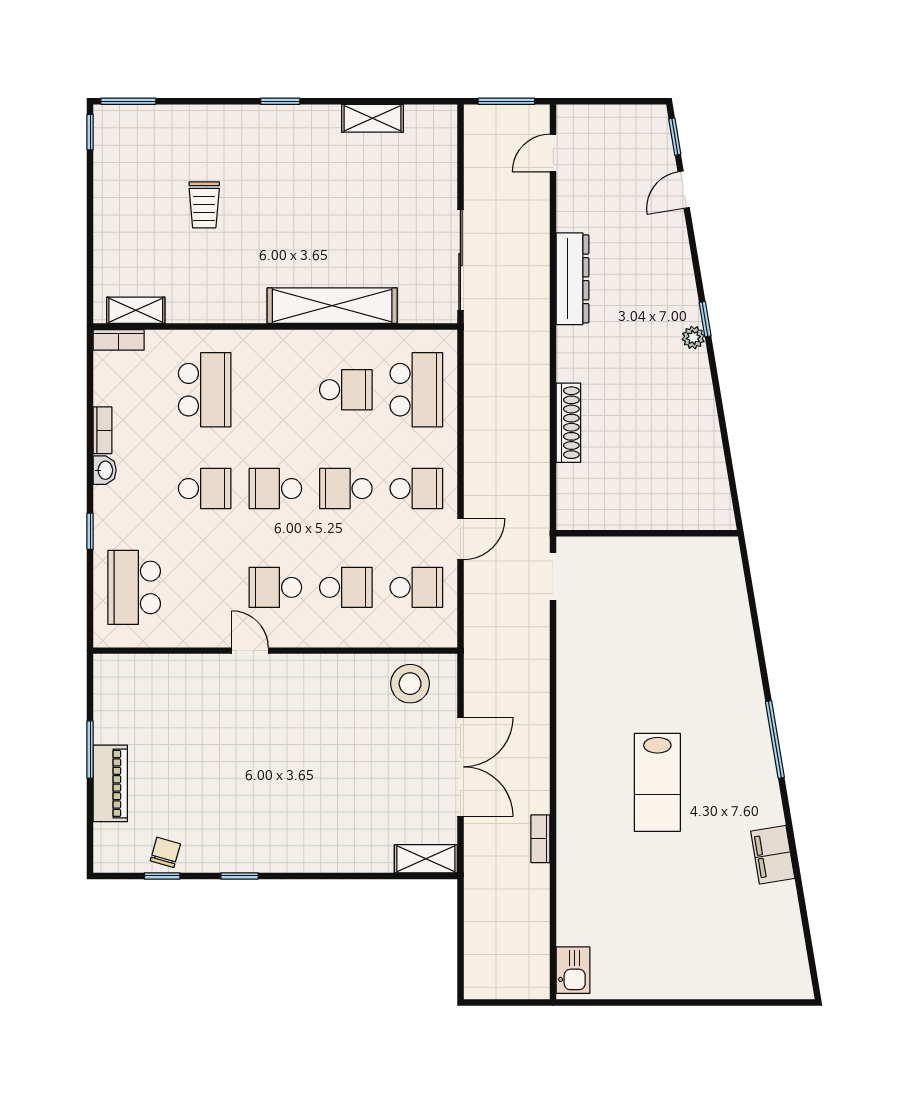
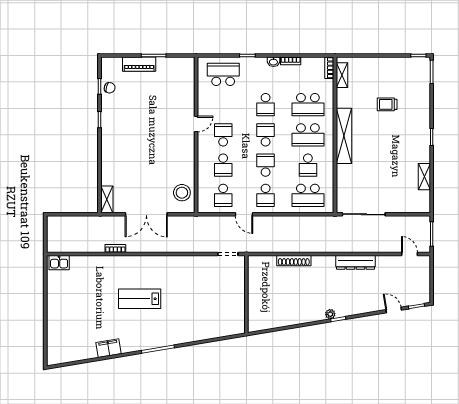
shelving: (332, 306) -> (344, 136), moved
school desk: (275, 390) -> (308, 135), added

